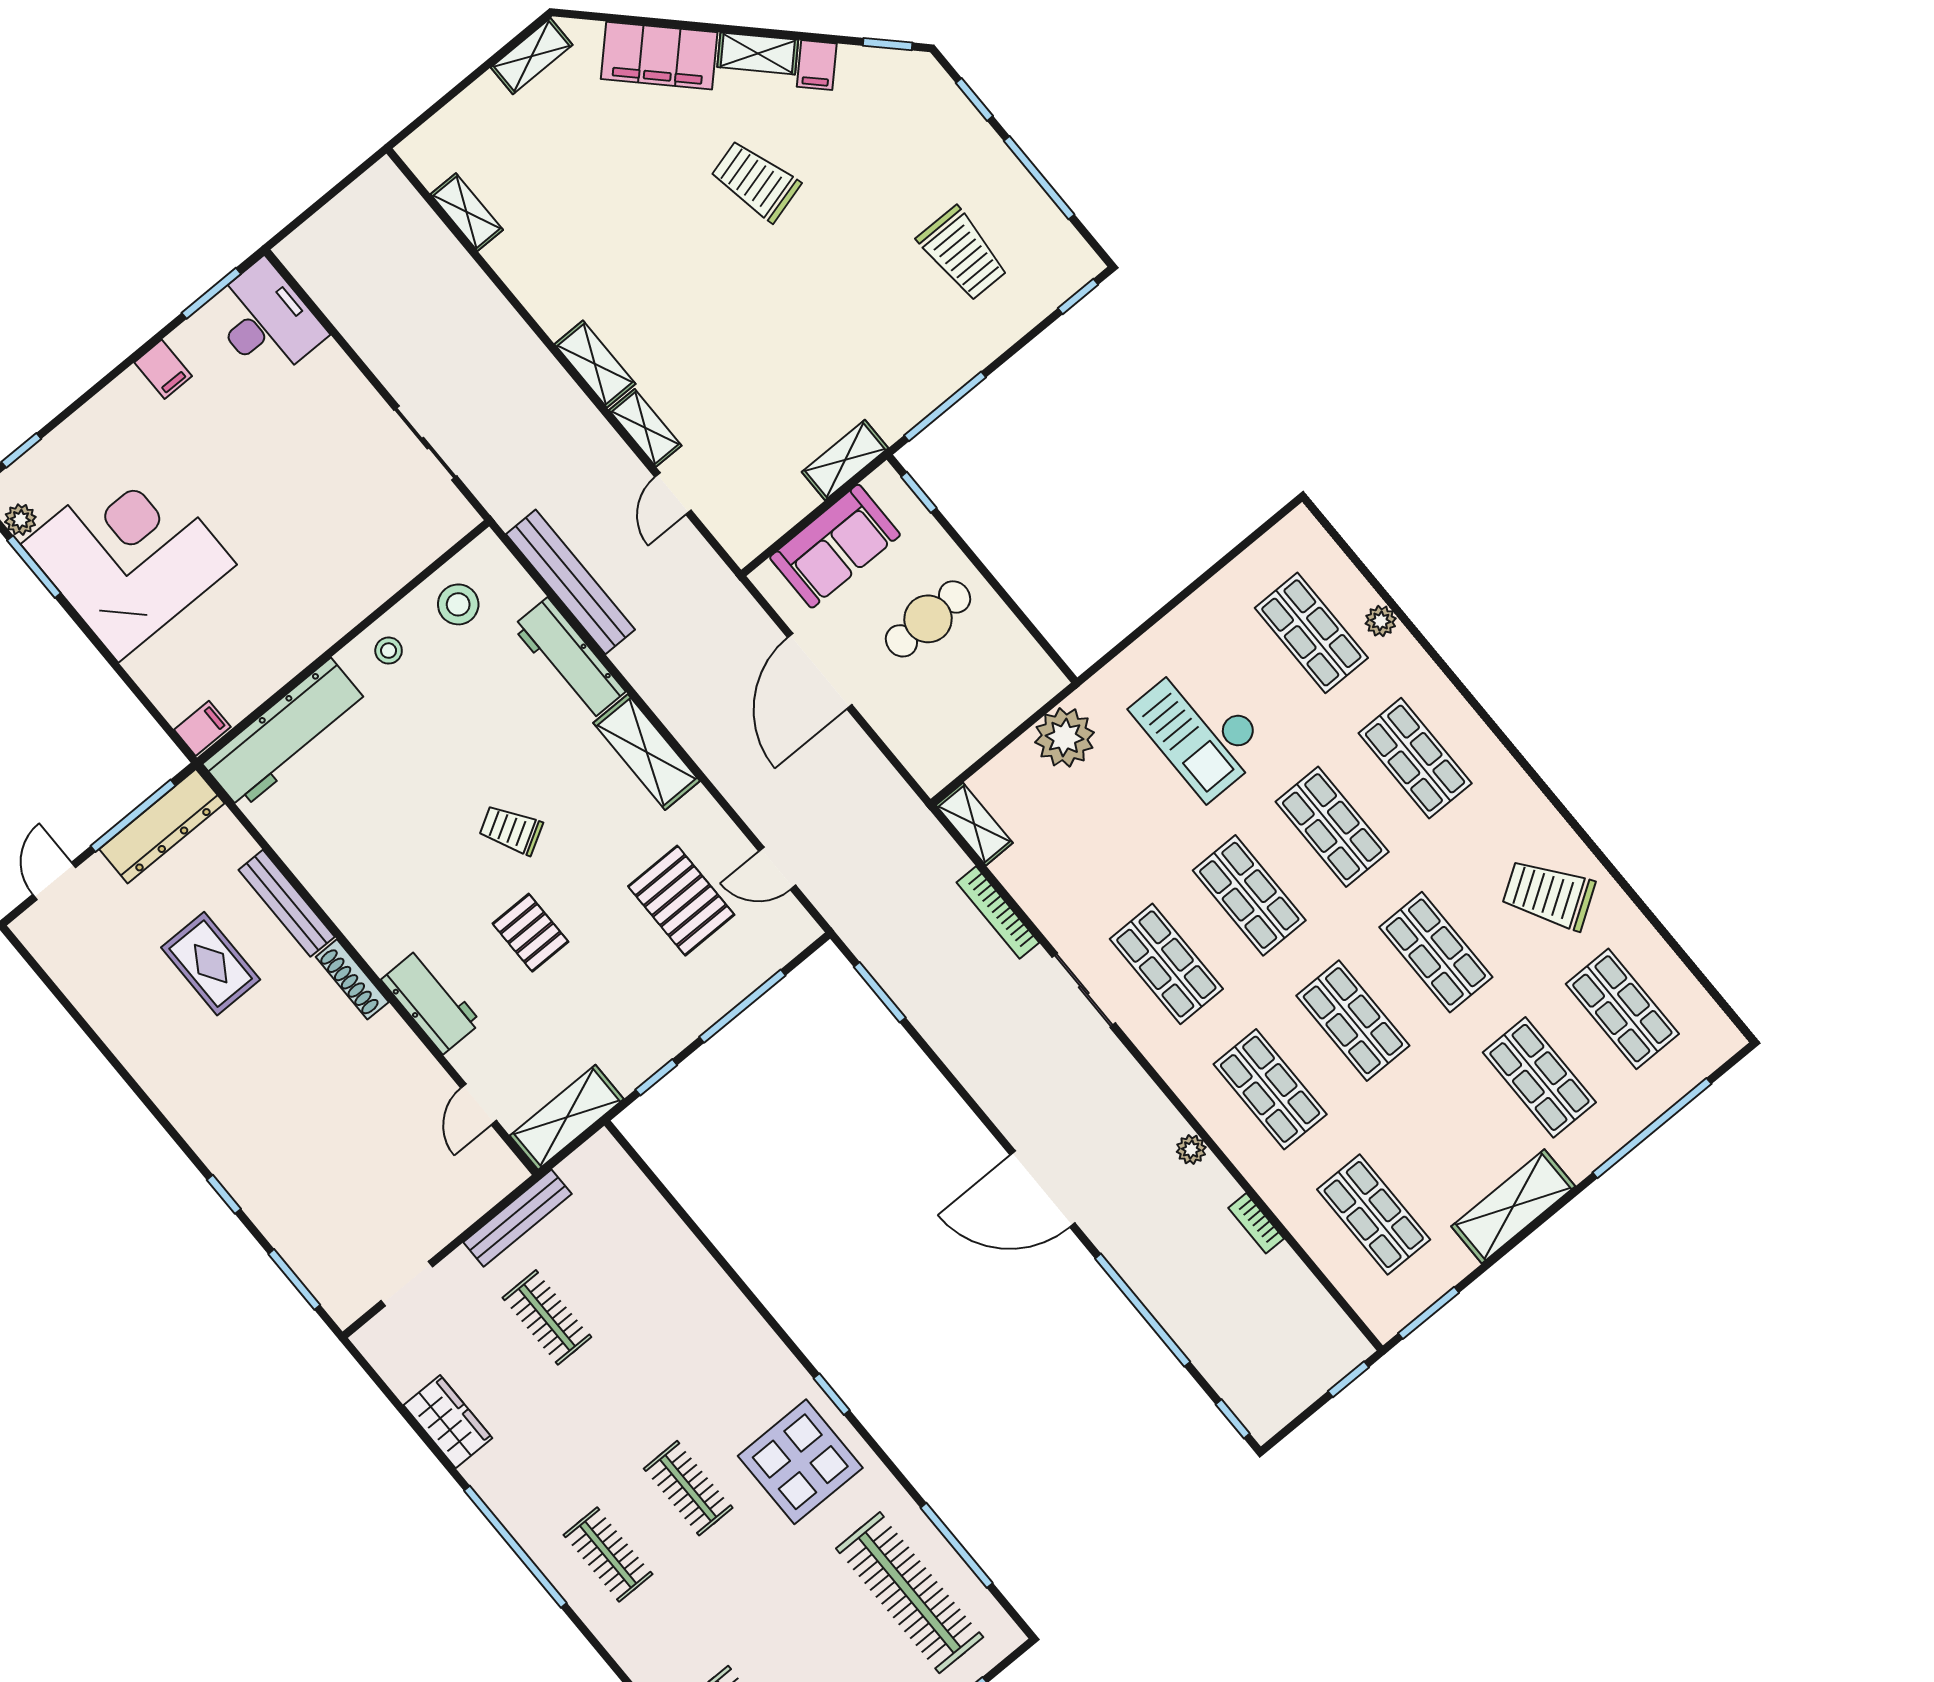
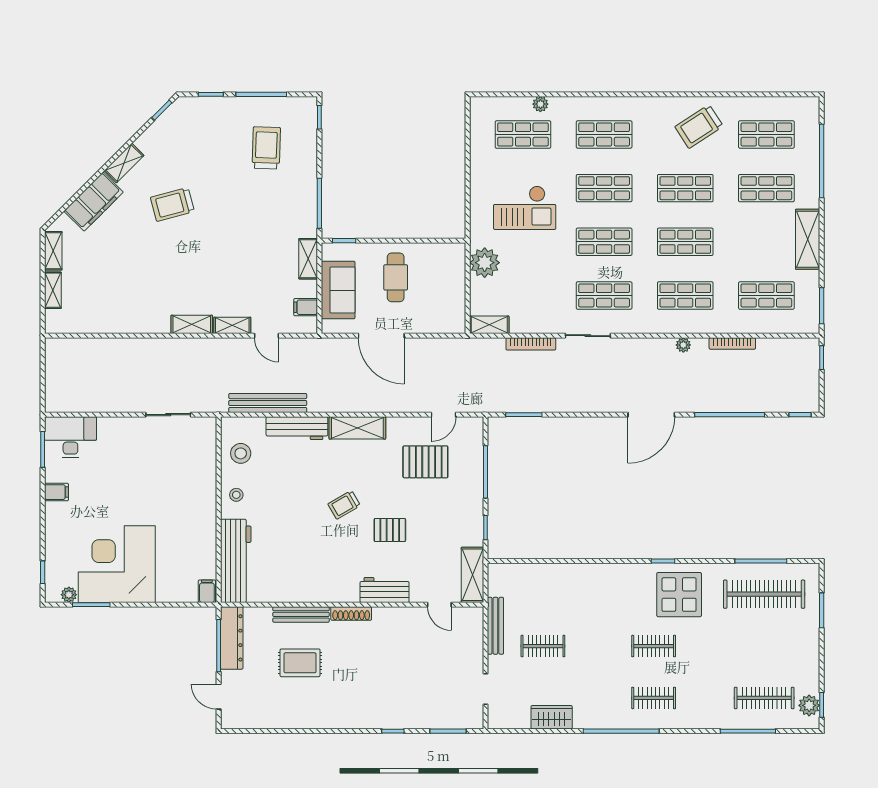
filing cabinet: (817, 65) -> (306, 307), moved, turned 135
shelving: (467, 212) -> (53, 290), moved, turned 90
trolley: (963, 254) -> (266, 148), turned -88
bookcase: (1256, 1223) -> (732, 343), width x1.56

